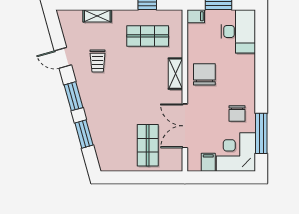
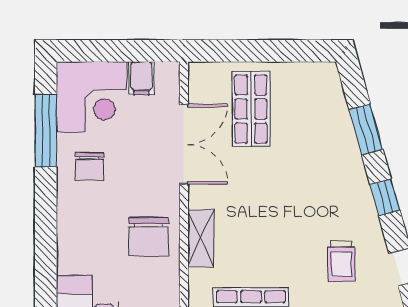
trolley: (98, 61) -> (341, 261), turned 180
window: (73, 96) -> (385, 198), width x0.67
chair: (237, 113) -> (90, 166), turned 180

